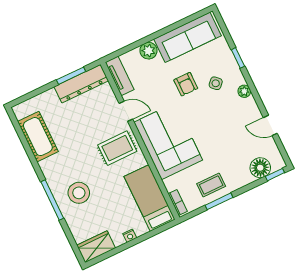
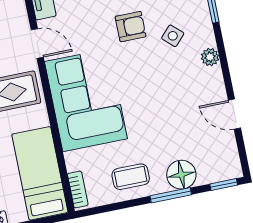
armchair: (186, 84) -> (131, 27), turned -90
floor lamp: (260, 168) -> (181, 175), moved
window: (219, 201) -> (171, 195), moved

